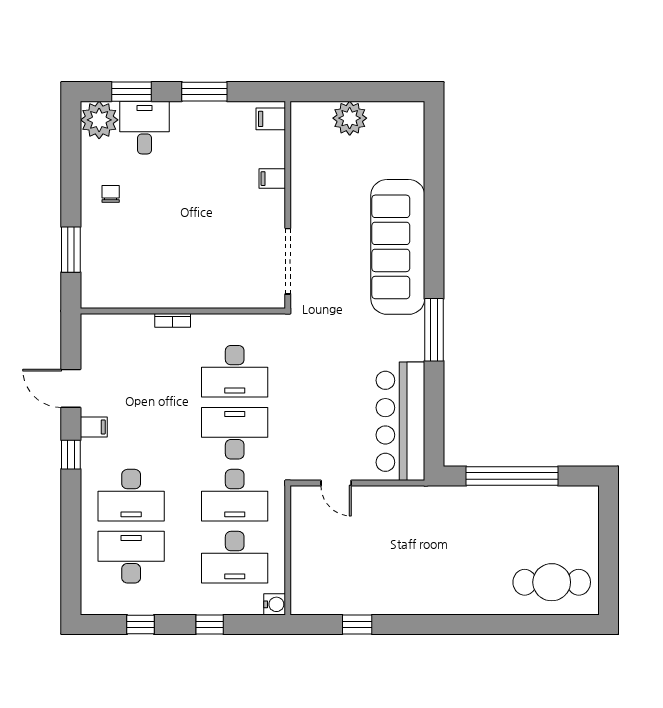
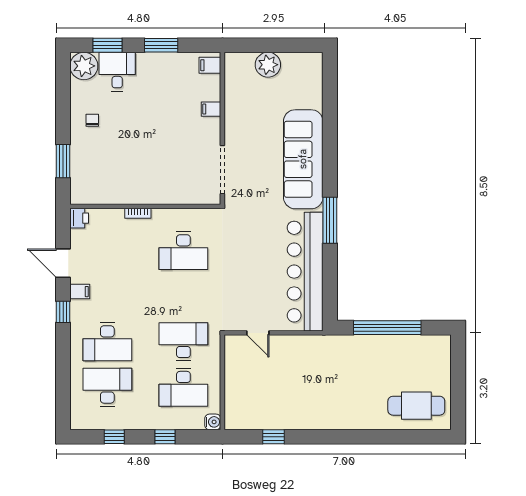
printer: (93, 327) -> (79, 218), added
bar counter: (400, 421) -> (305, 272), width x1.36
desk: (235, 433) -> (183, 296), removed
desk: (235, 495) -> (183, 342), turned 180

